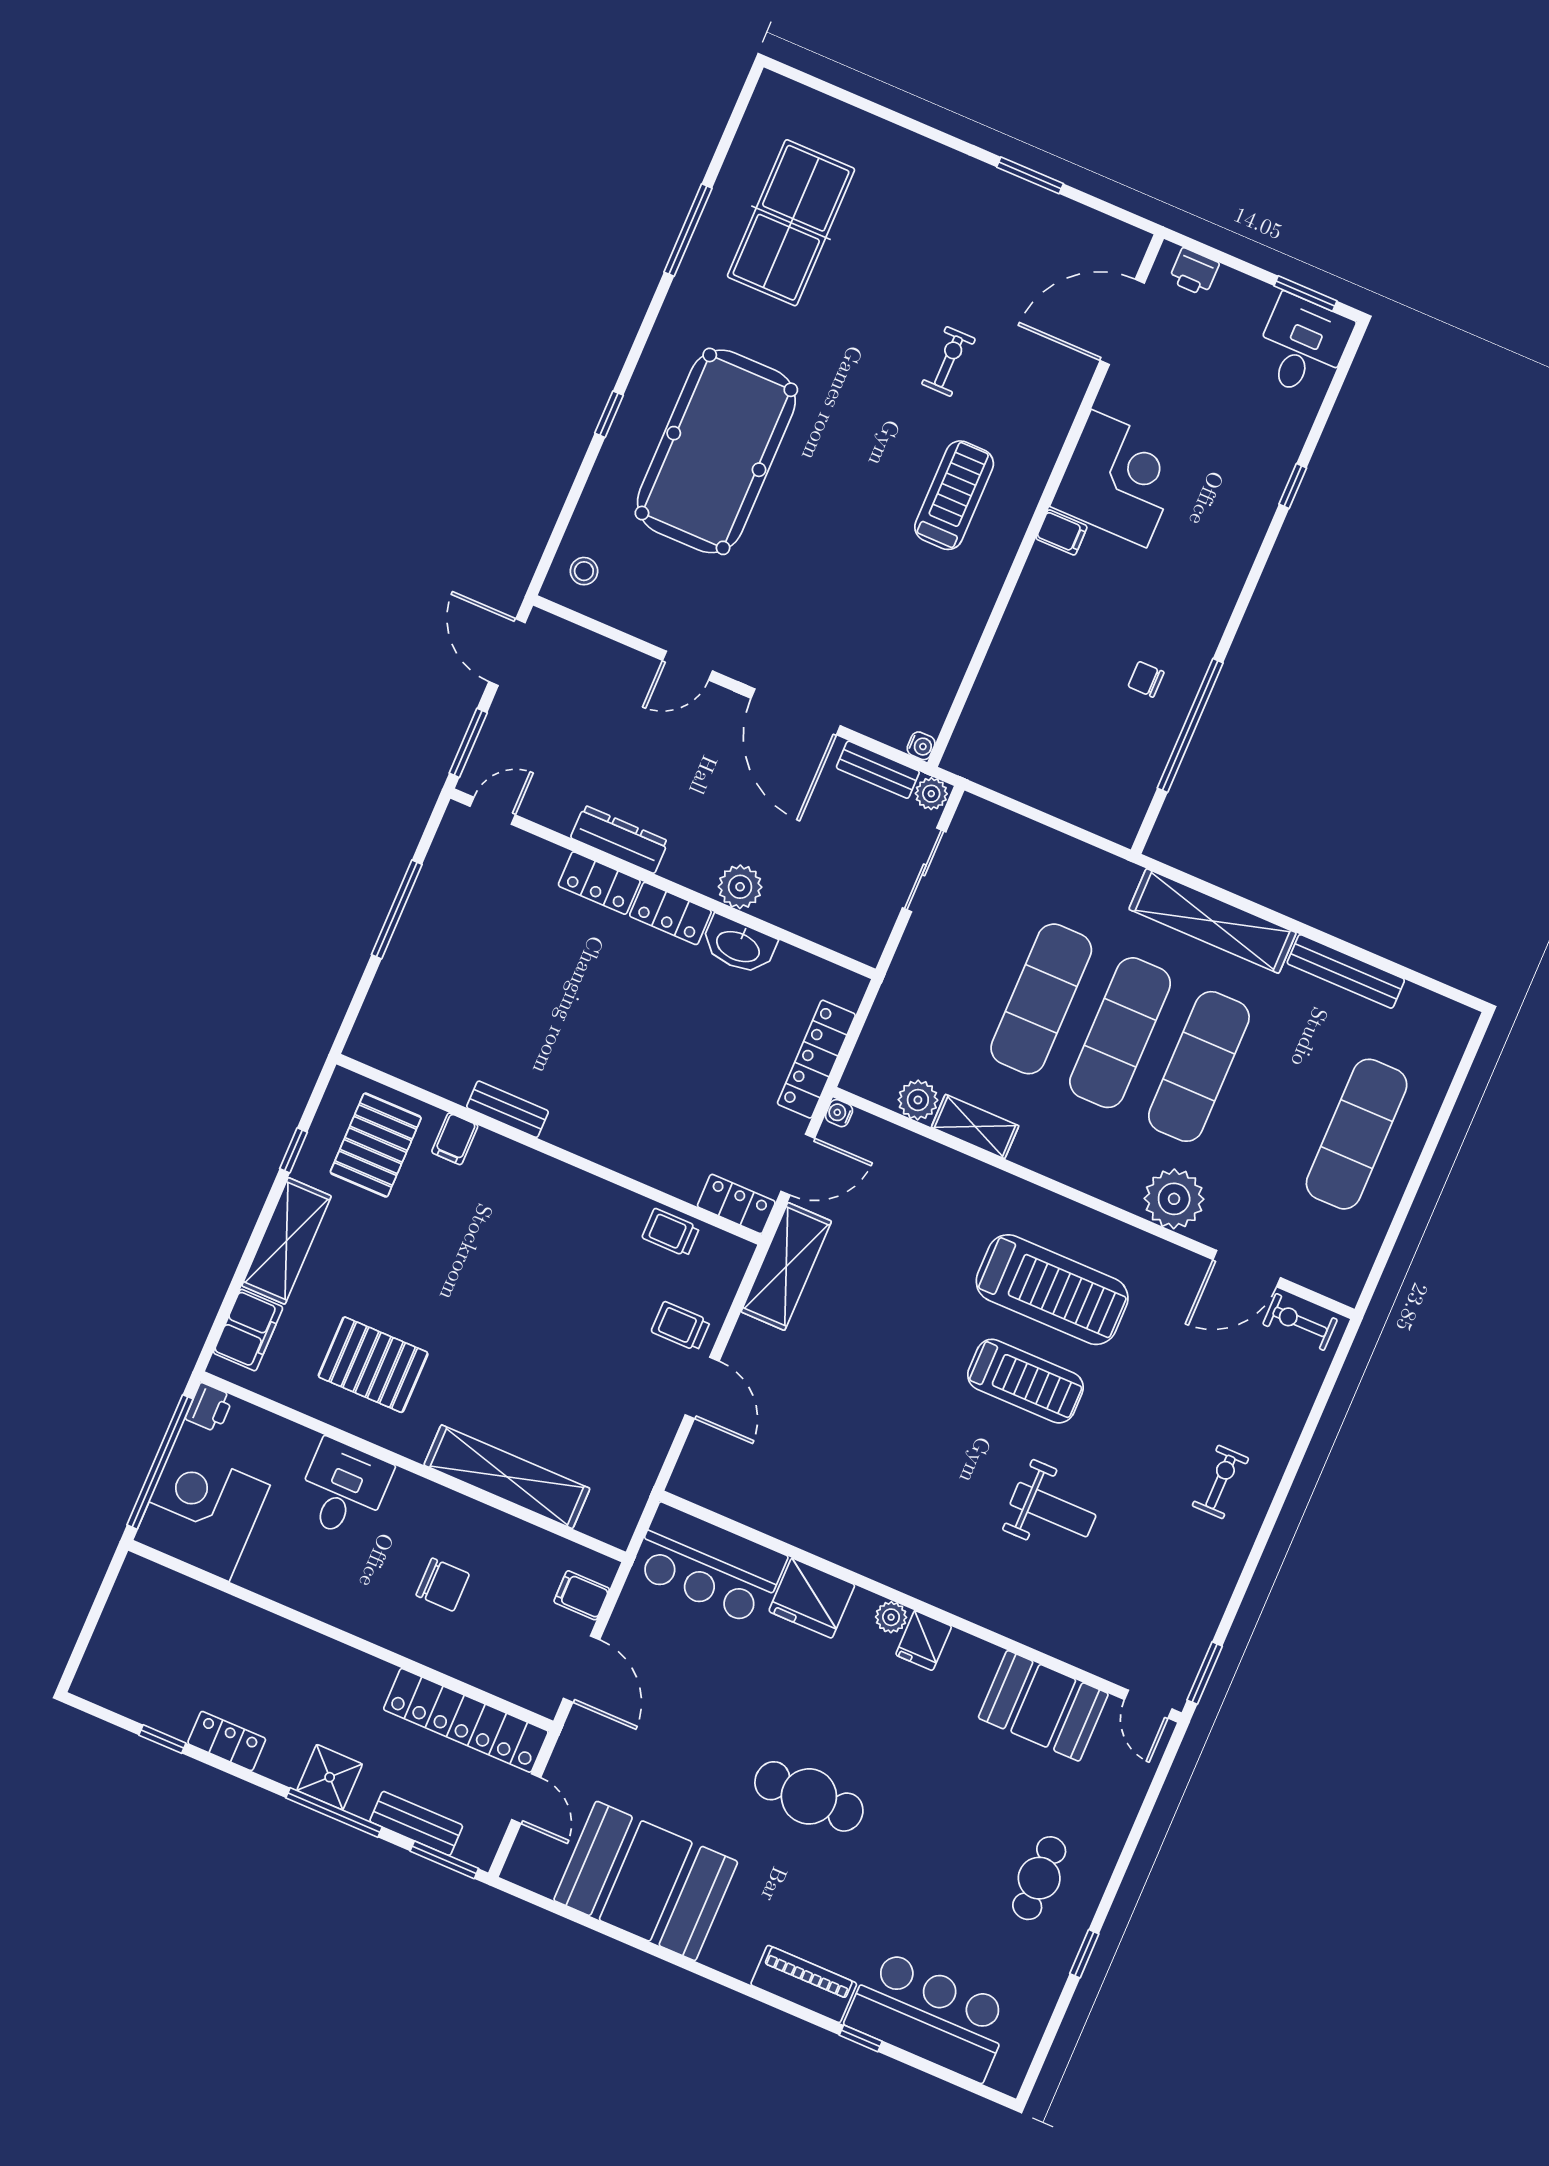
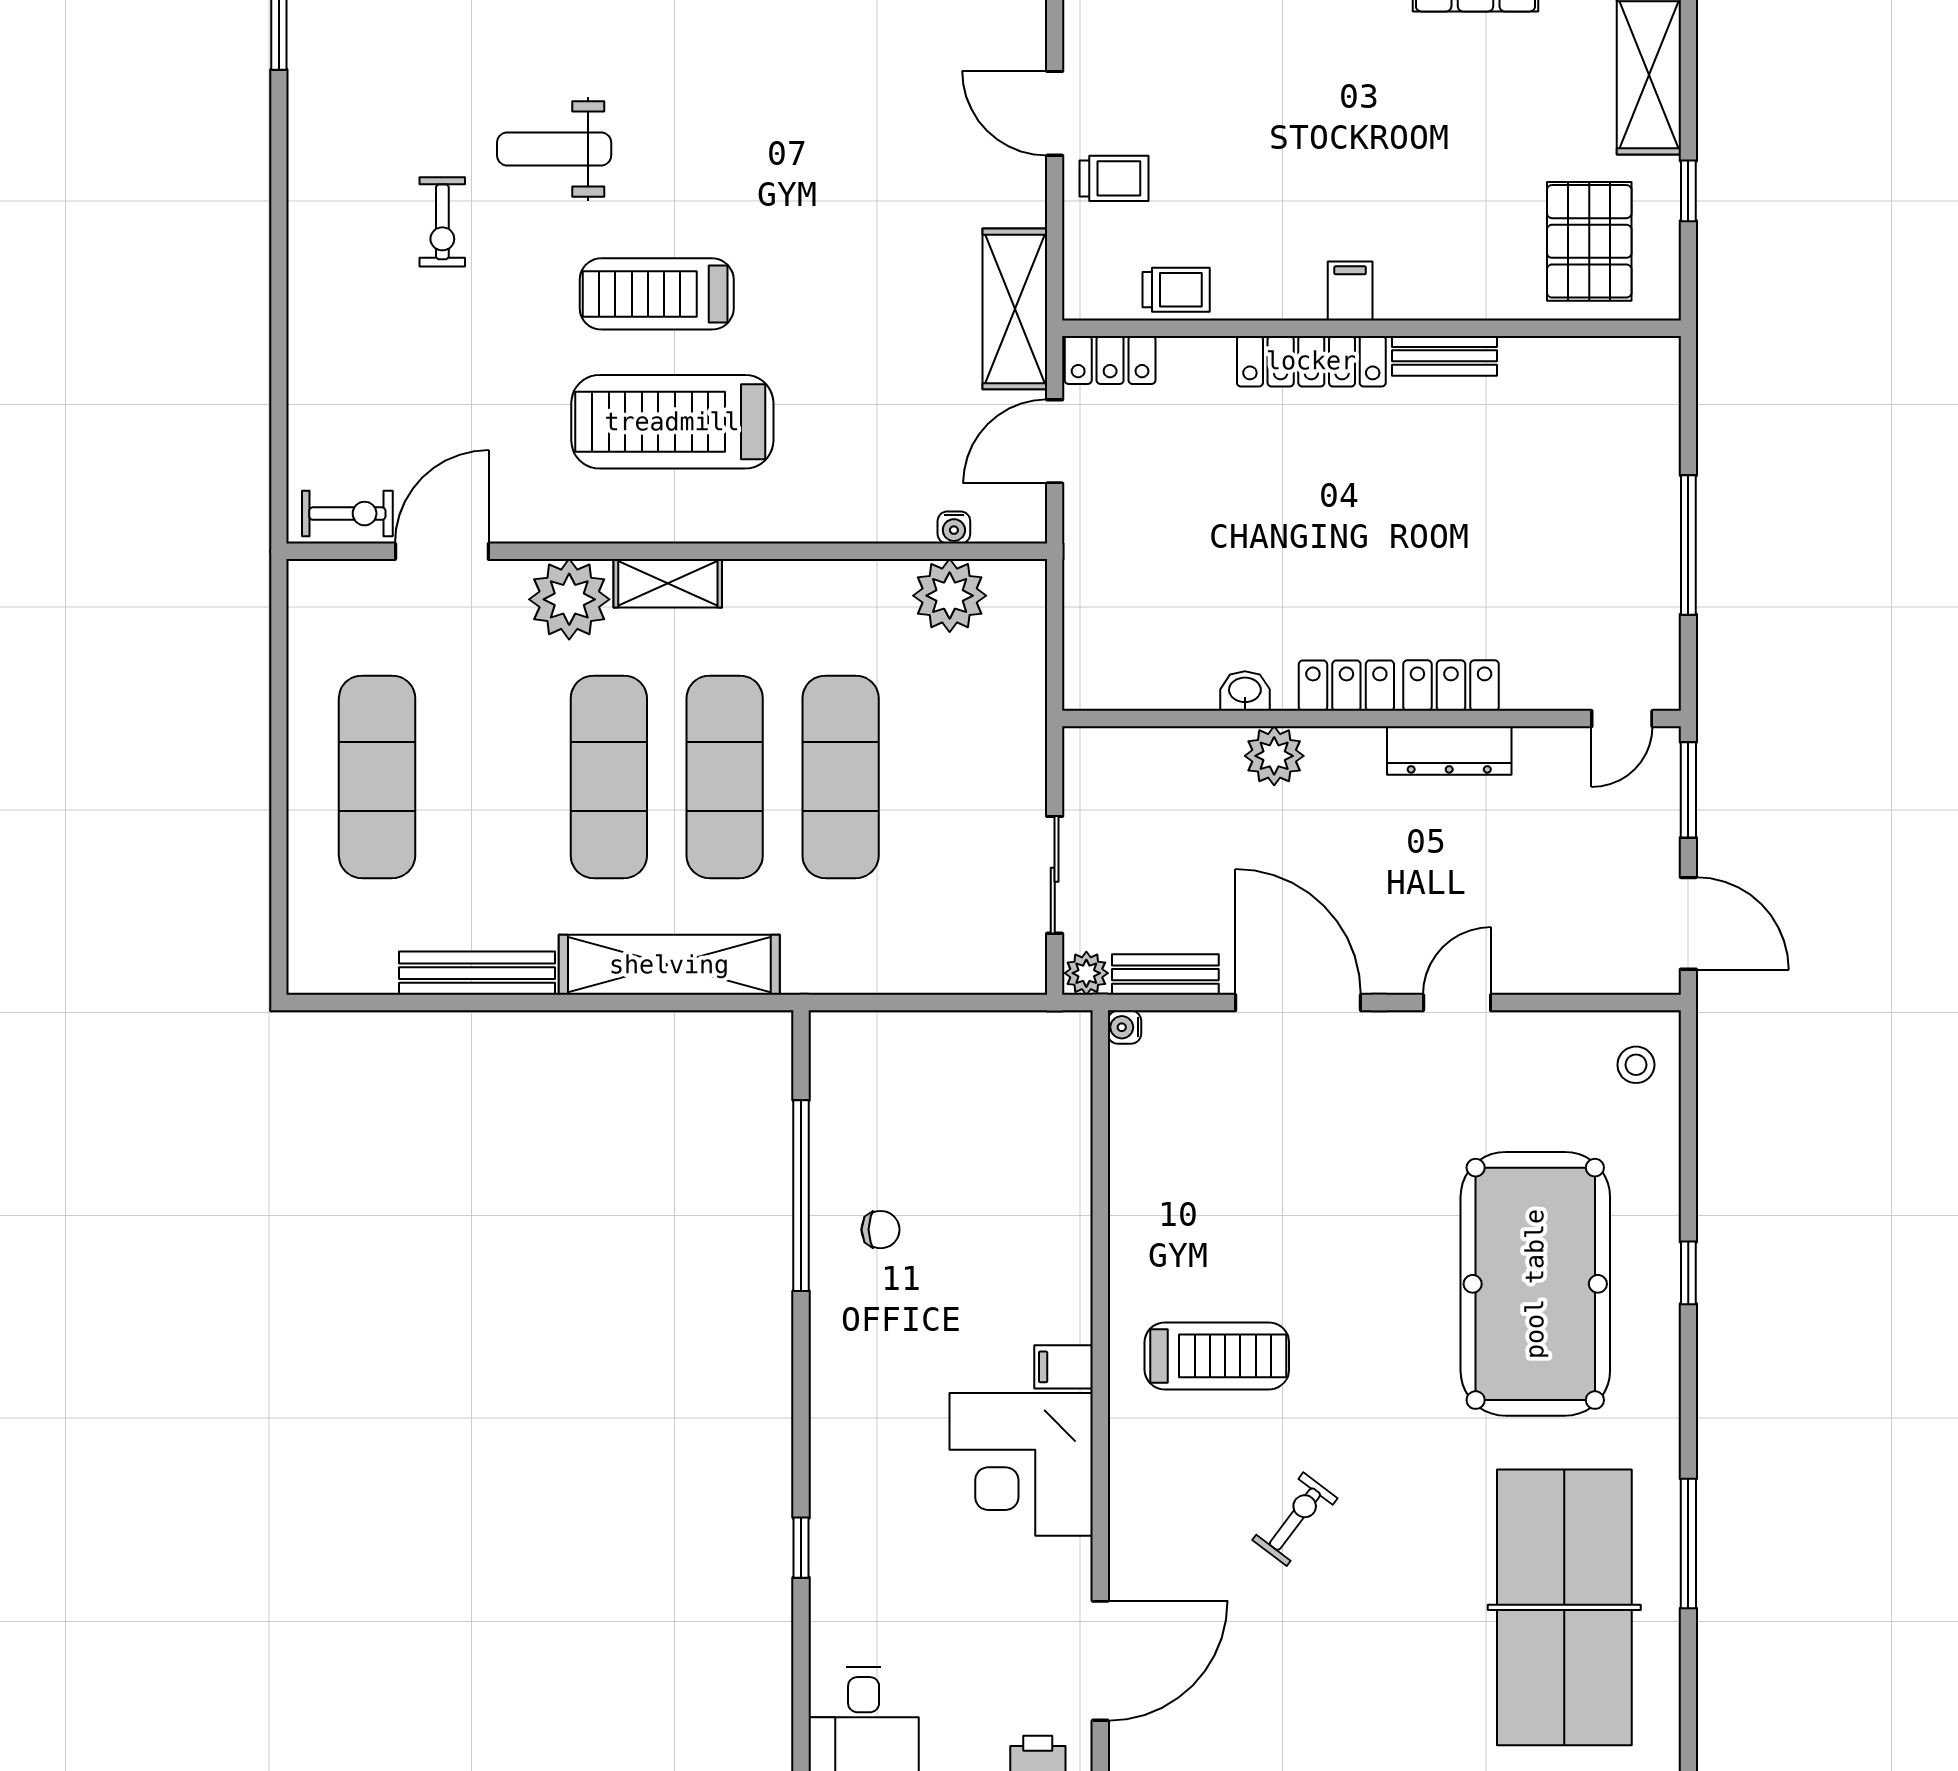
table tennis table: (791, 223) -> (1564, 1607), width x1.36, depth x1.32
exercise bike: (948, 361) -> (1295, 1519), turned -143
treadmill: (954, 495) -> (1217, 1356), turned -90
washbasin: (738, 945) -> (1245, 691), width x0.52, depth x0.69
locker: (816, 1059) -> (1311, 361), moved, turned 90
plant: (918, 1100) -> (950, 596), width x1.36, depth x1.36
water cooler: (839, 1113) -> (954, 528), moved, turned 90
shelving: (975, 1127) -> (668, 583), moved
filing cabinet: (455, 1139) -> (1350, 291), moved
exercise bike: (1220, 1482) -> (442, 222), moved

